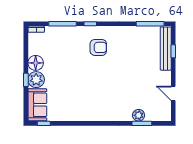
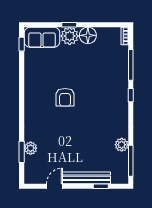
plant: (135, 32) -> (122, 145), added
armchair: (98, 47) -> (65, 97), moved
bench: (166, 49) -> (87, 178), moved

